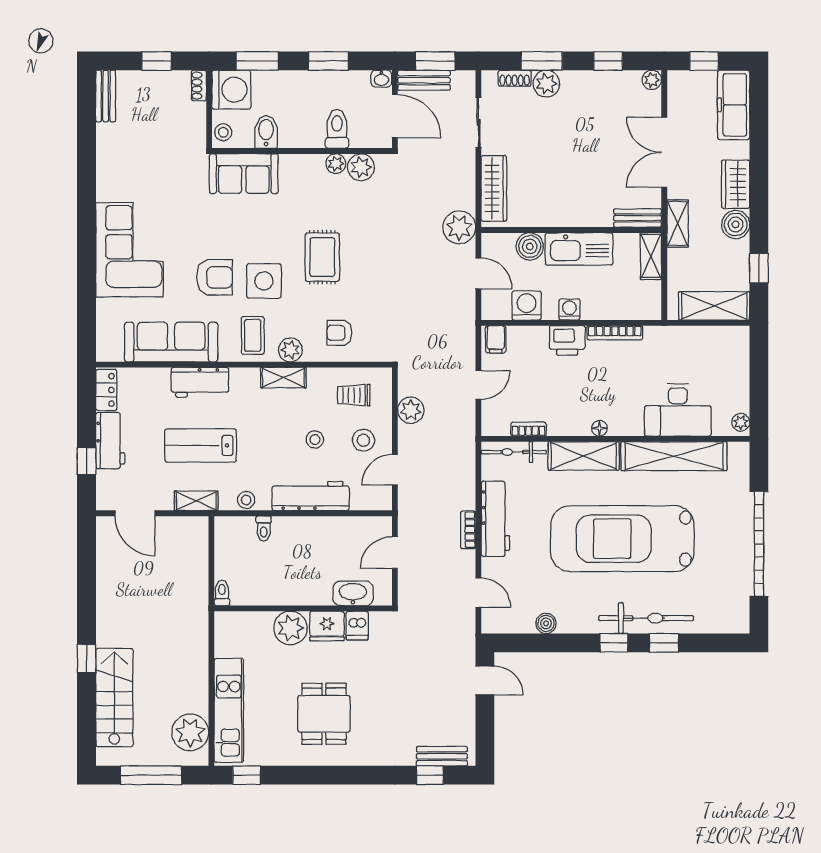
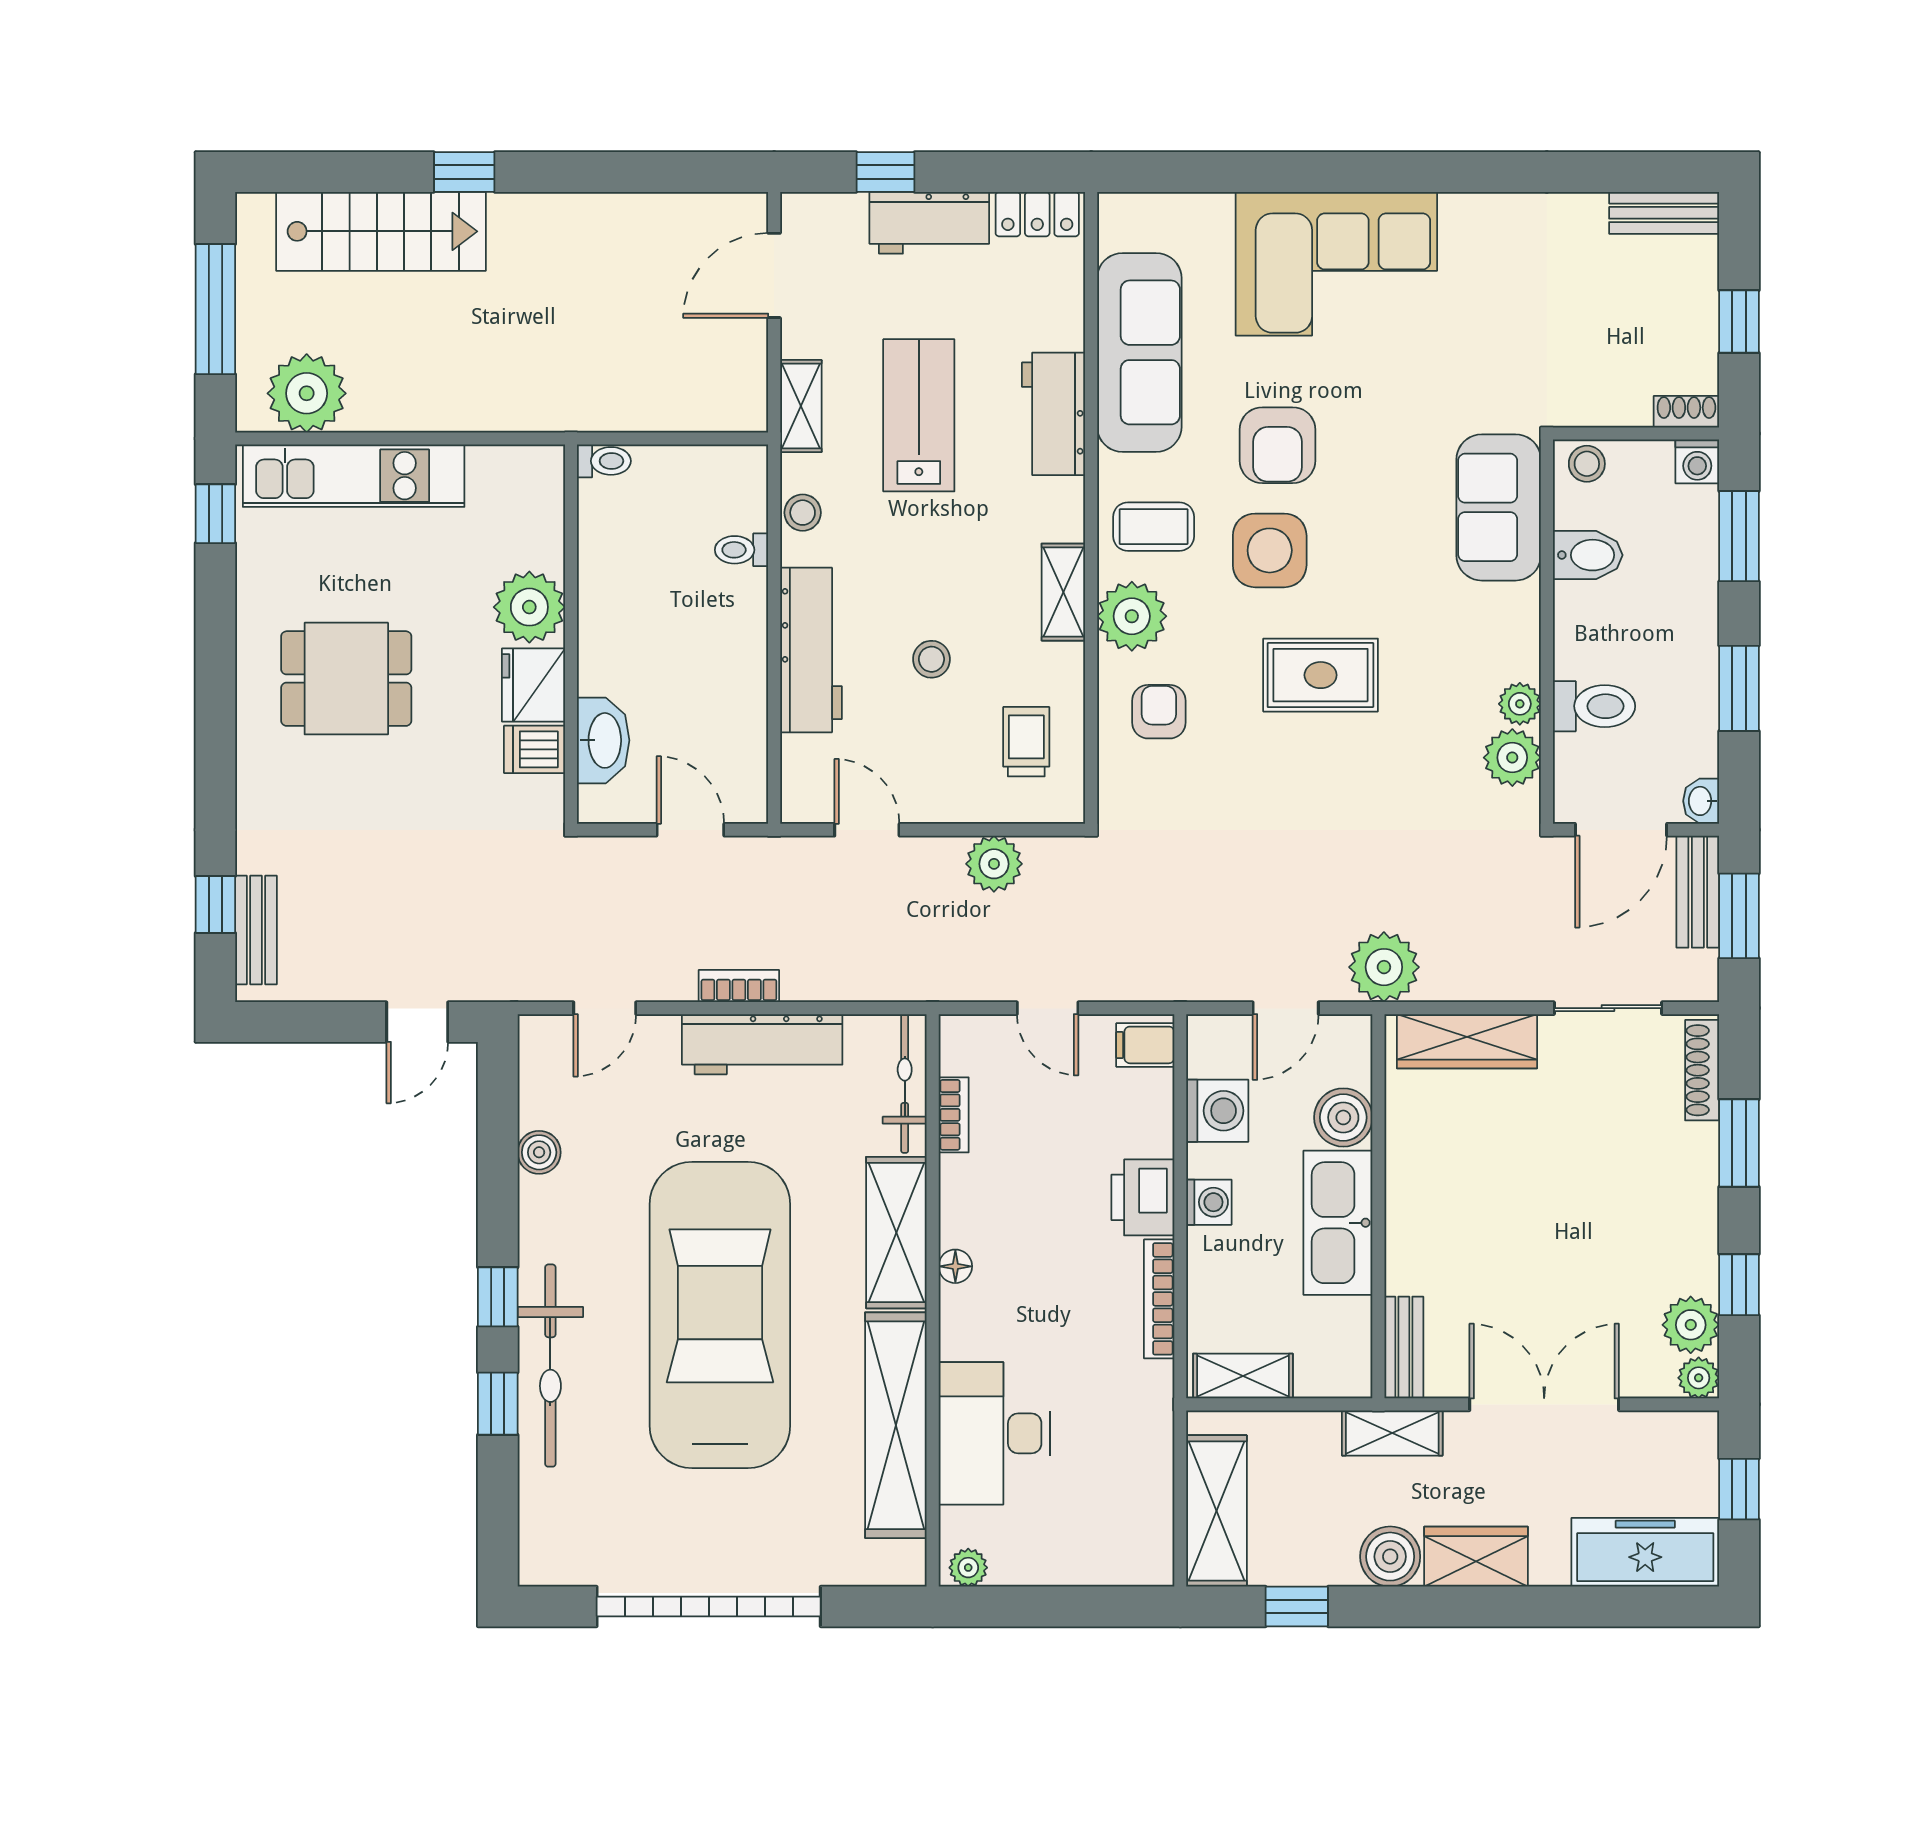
shoe rack: (515, 78) -> (1702, 1070), width x1.43
plant: (546, 84) -> (1691, 1325), moved
washing machine: (231, 90) -> (1697, 461), width x0.53, depth x0.53
shelving: (651, 256) -> (1243, 1376), moved
plant: (290, 350) -> (1132, 616), width x1.36, depth x1.36
stool: (363, 440) -> (930, 763), removed

